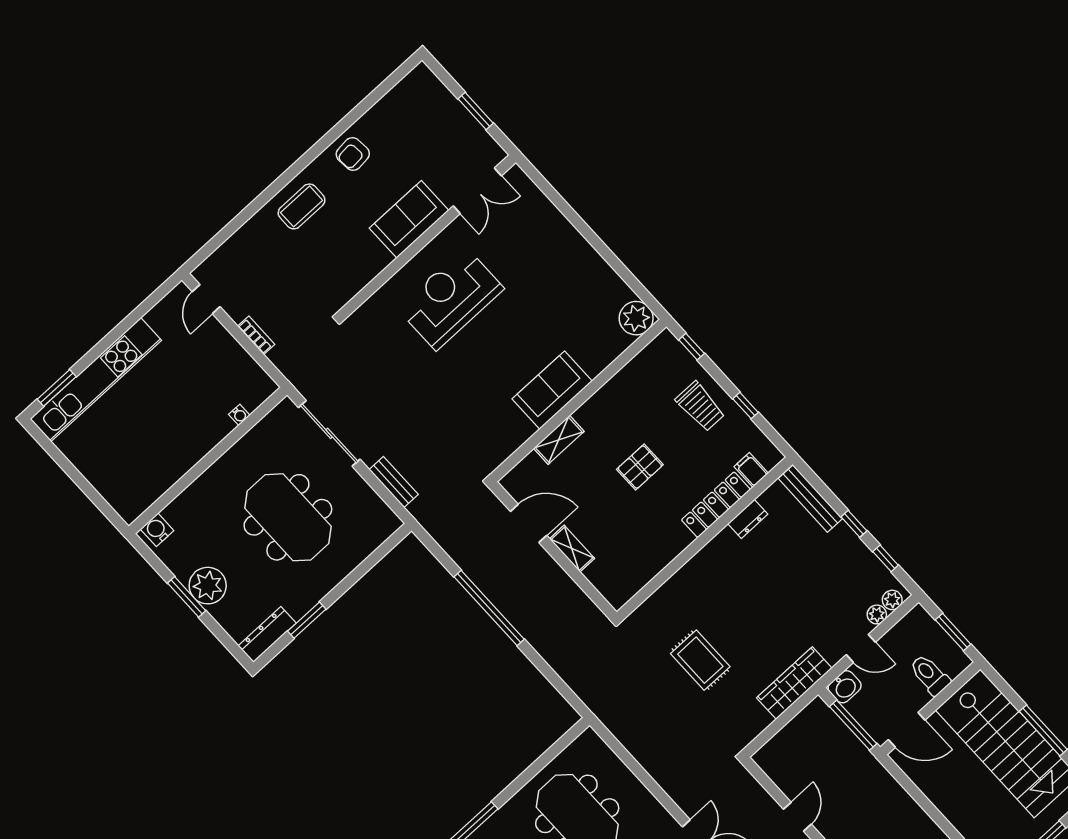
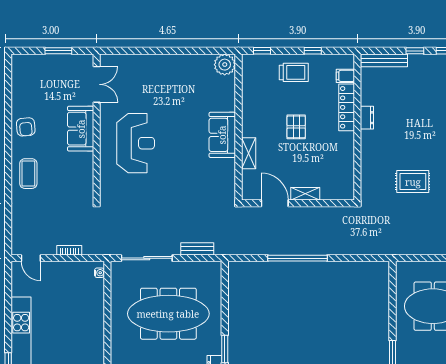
reception desk: (451, 299) -> (136, 143), turned 180
water cooler: (239, 415) -> (99, 273), moved
meeting table: (288, 517) -> (168, 314), width x1.36
dresser: (748, 519) -> (367, 118), moved
door: (529, 523) -> (275, 203), hinge flipped

